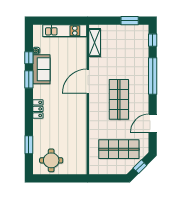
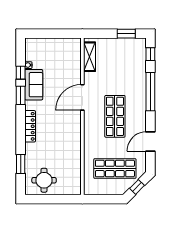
kitchen unit: (65, 31) -> (58, 44), removed
locker: (38, 109) -> (30, 126), width x1.53

